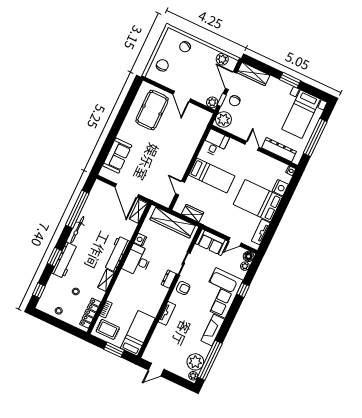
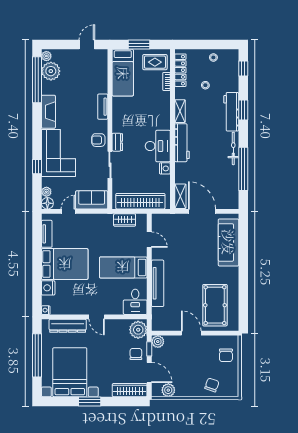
bed with nightstands: (301, 114) -> (70, 372), width x1.36
tv unit: (190, 150) -> (158, 283), added
sofa: (117, 156) -> (228, 242), width x1.36

